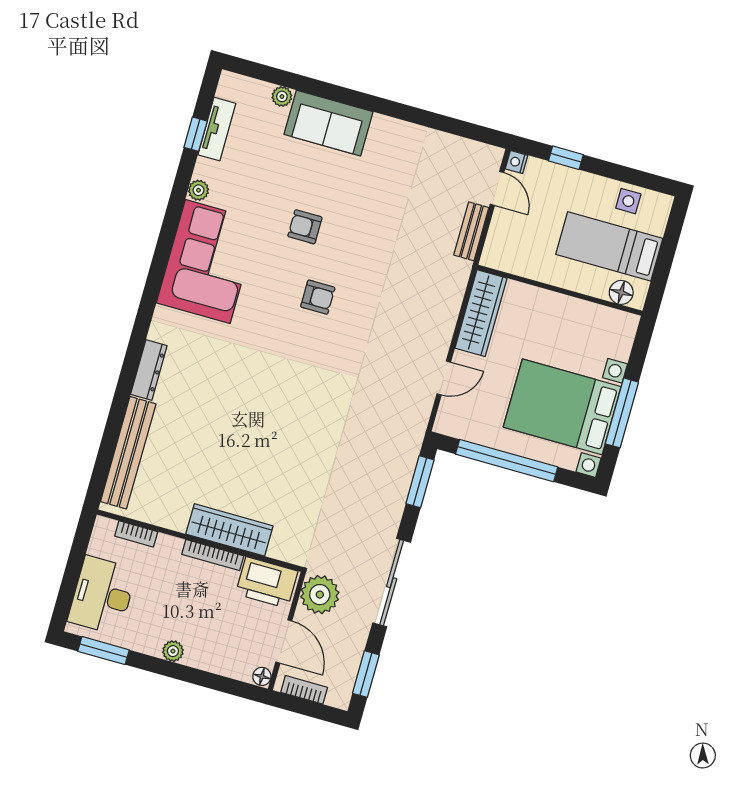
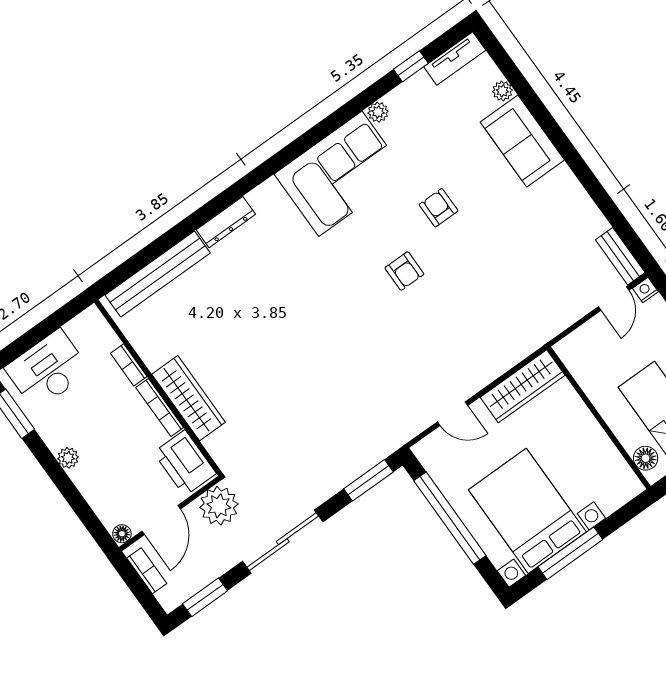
tv unit: (217, 129) -> (455, 59), moved
bench: (471, 231) -> (620, 256), moved, turned 90
bookcase: (136, 534) -> (129, 365), moved

